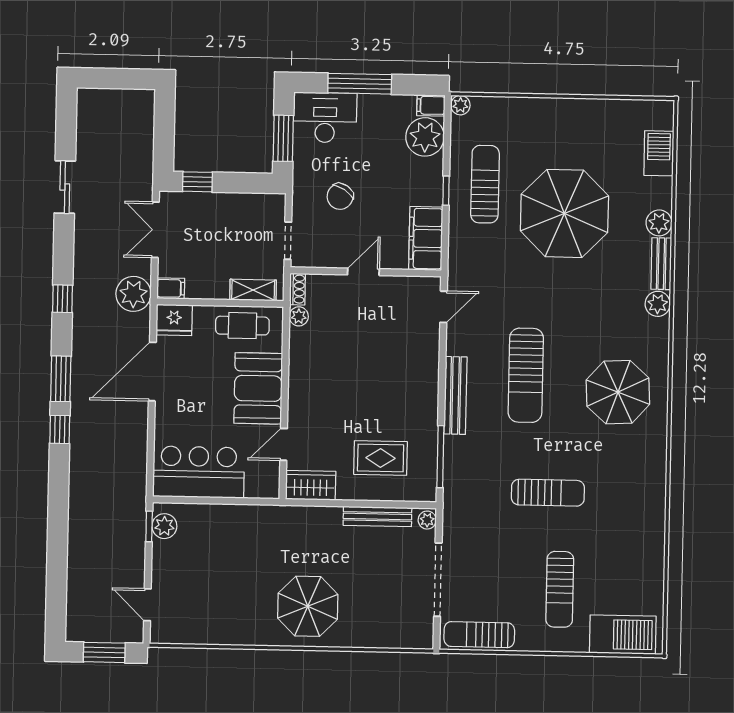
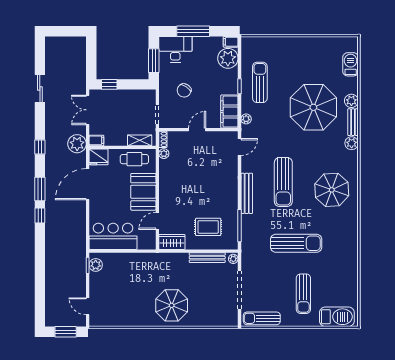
plant: (460, 105) -> (246, 119), moved
parasol: (564, 213) -> (313, 107), moved
sun lounger: (548, 493) -> (296, 243), width x1.36, depth x1.34

